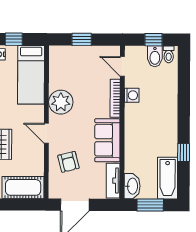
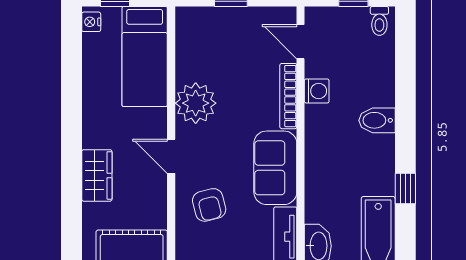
bidet: (155, 56) -> (377, 120), moved, turned 90

